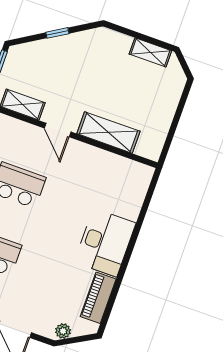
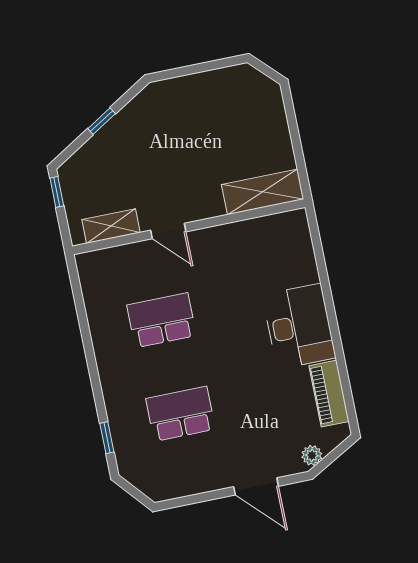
shelving: (150, 52) -> (220, 80), removed
shelving: (108, 132) -> (263, 192), moved

